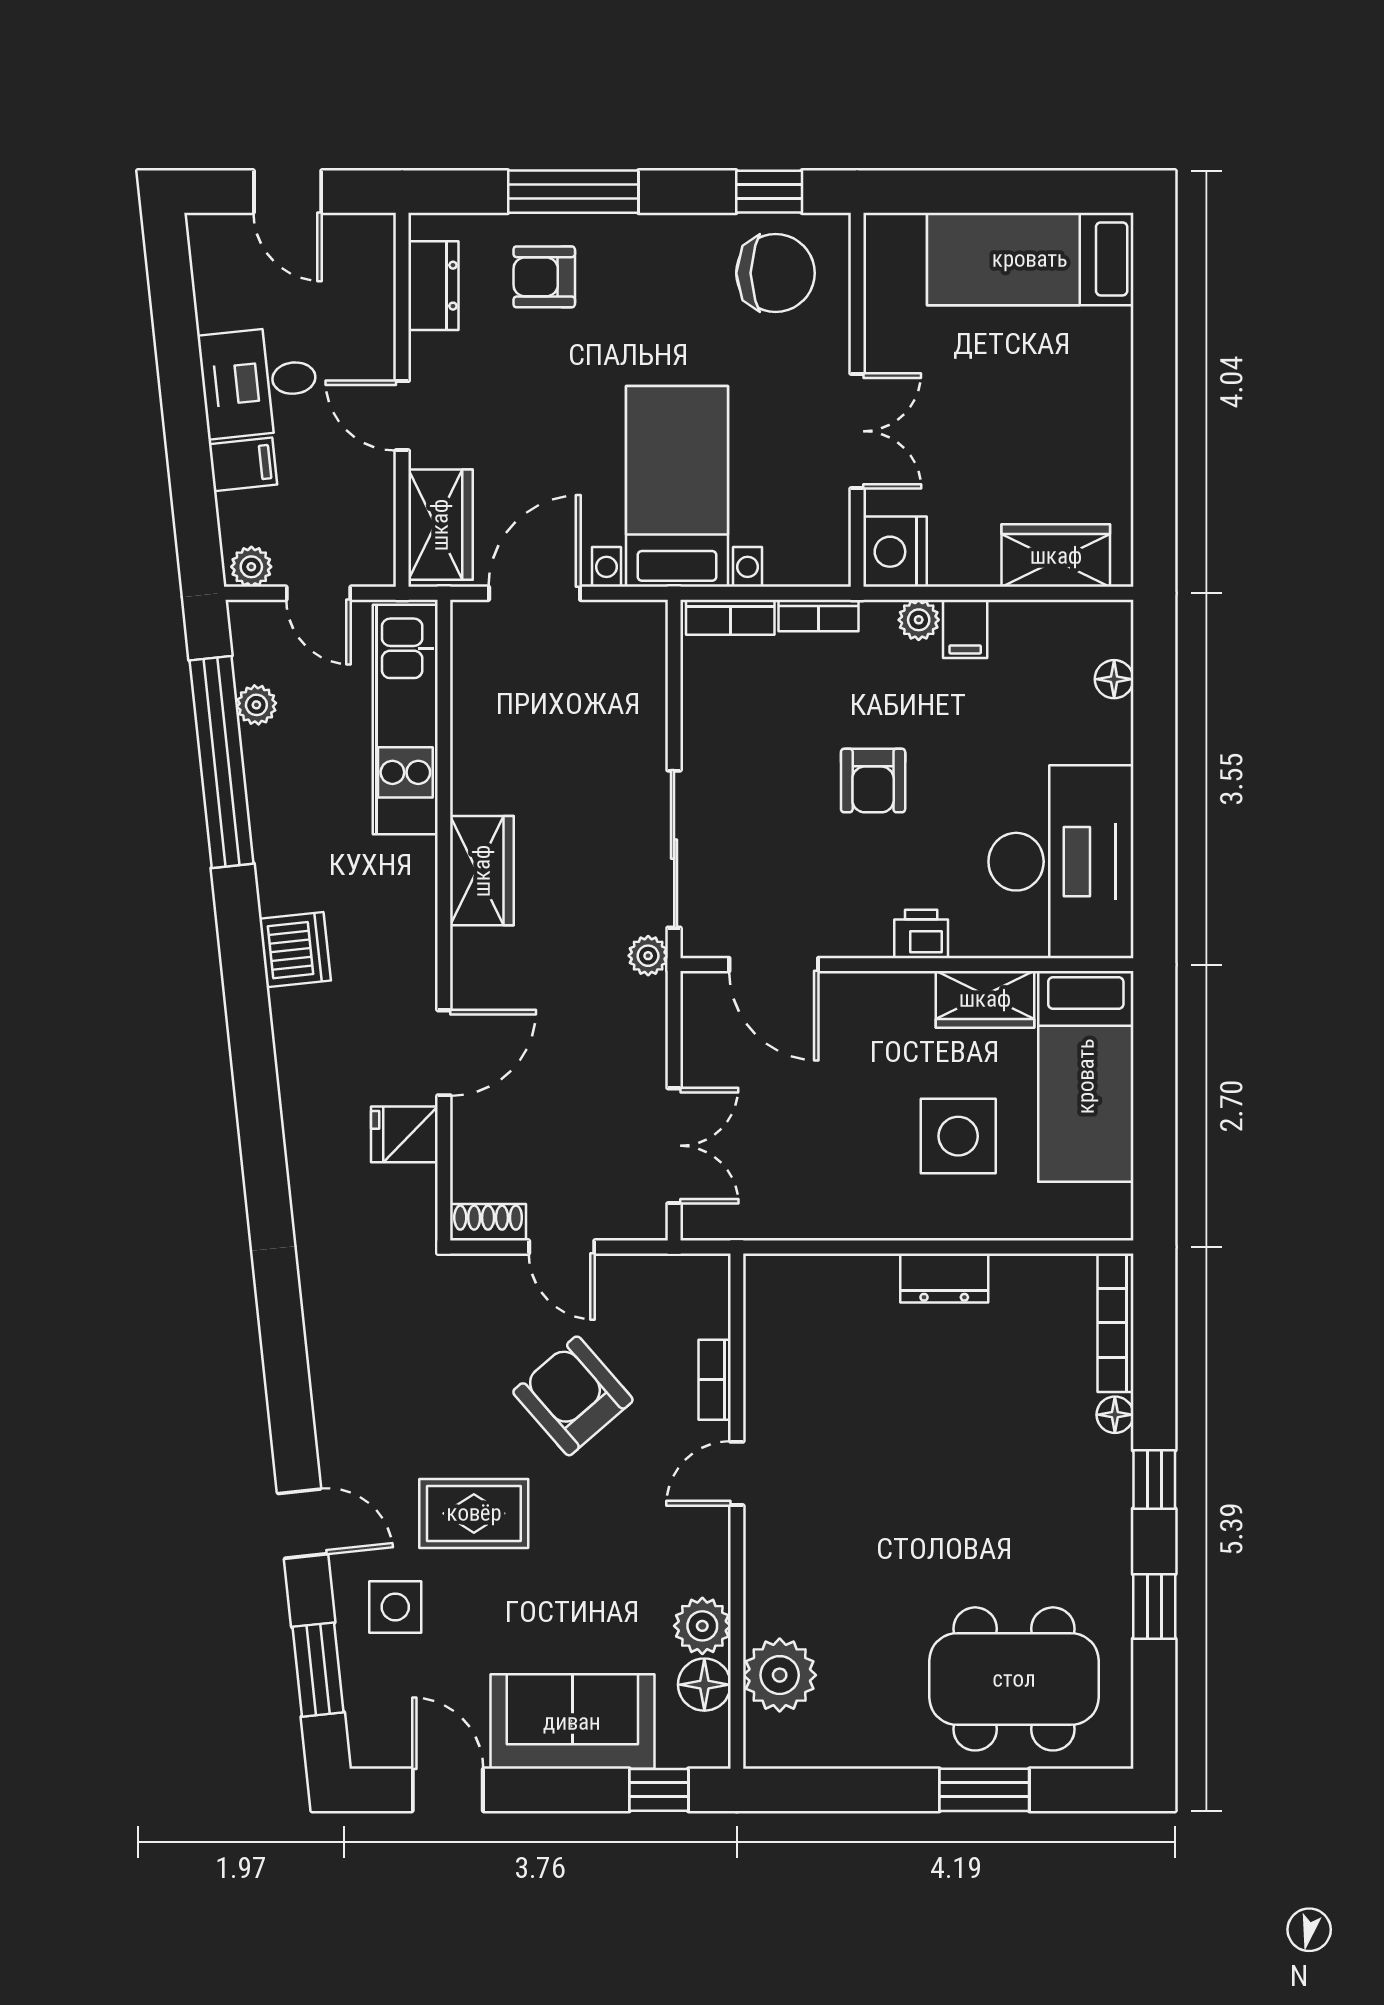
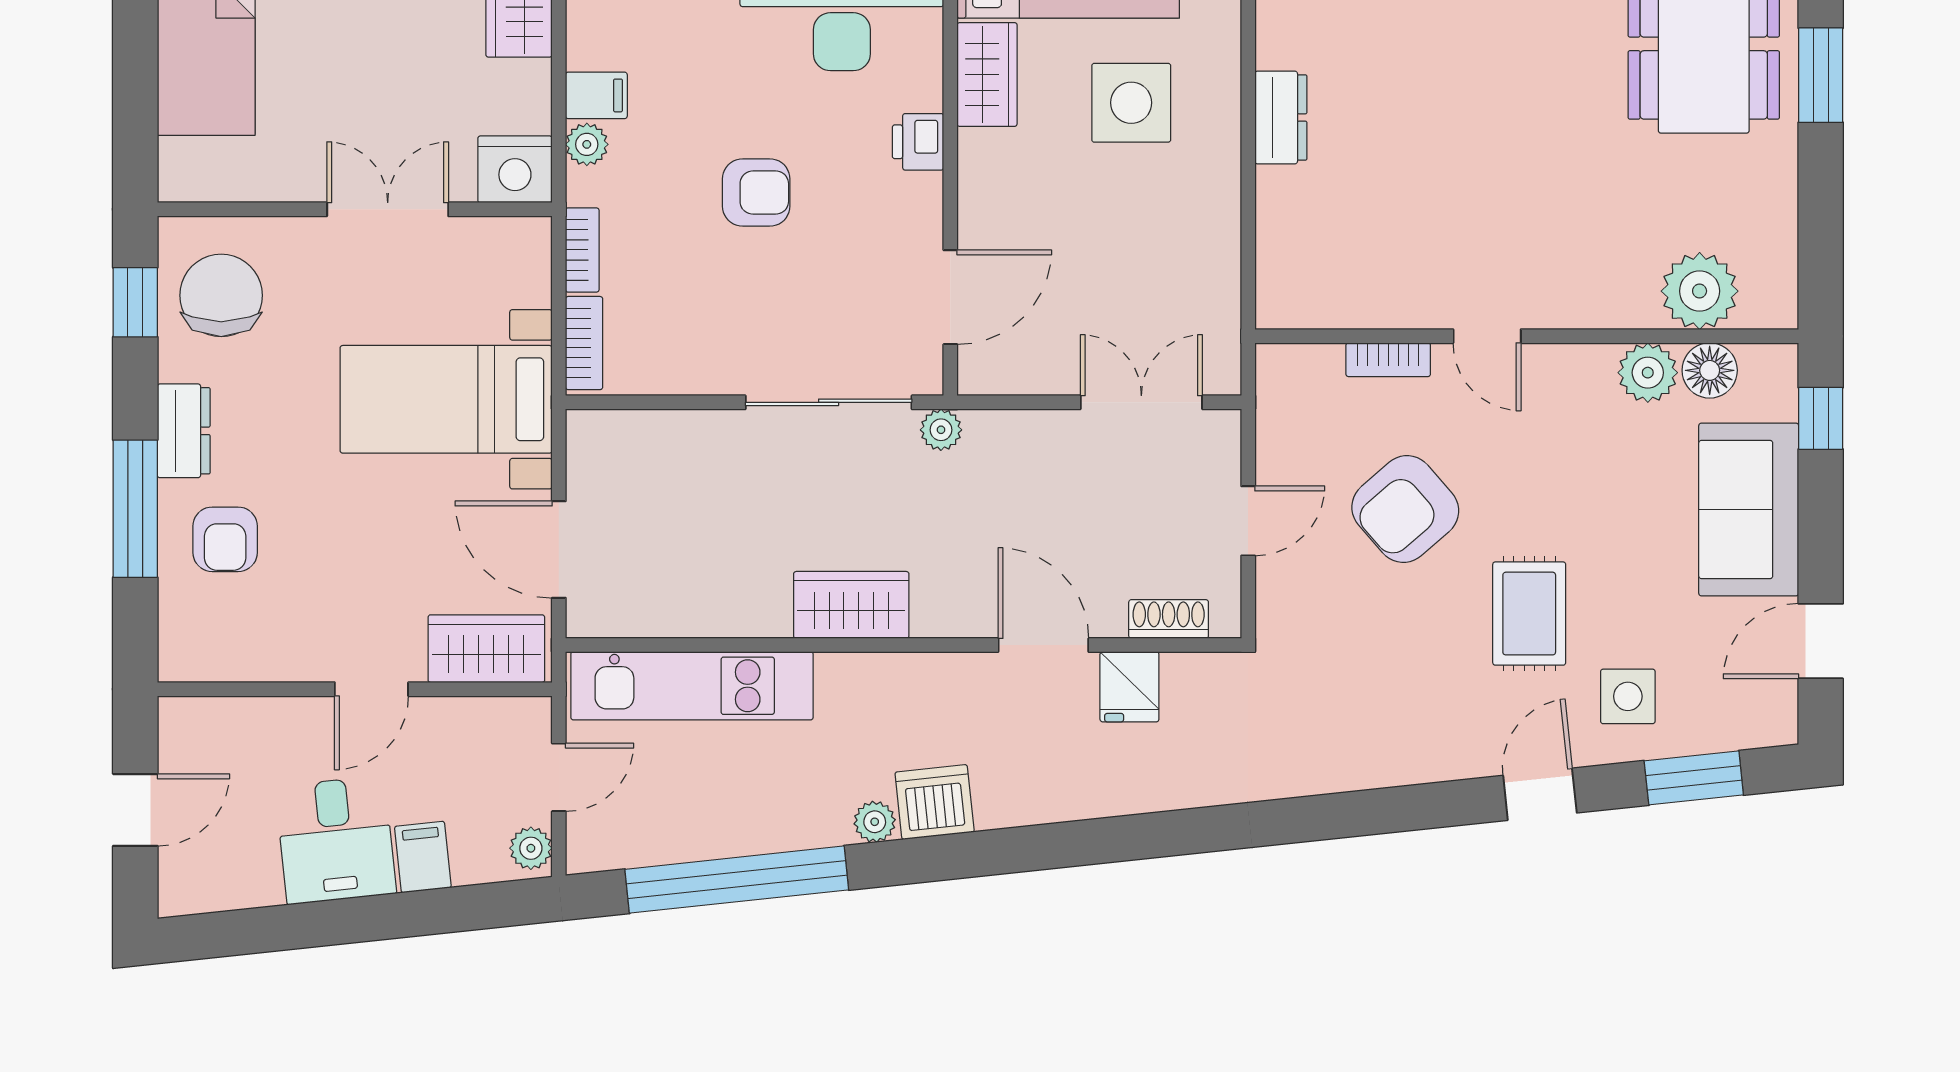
dresser: (433, 286) -> (184, 431), moved, turned 90
plant: (256, 705) -> (875, 822), moved
shoe rack: (488, 1222) -> (1169, 619), moved, turned 90

